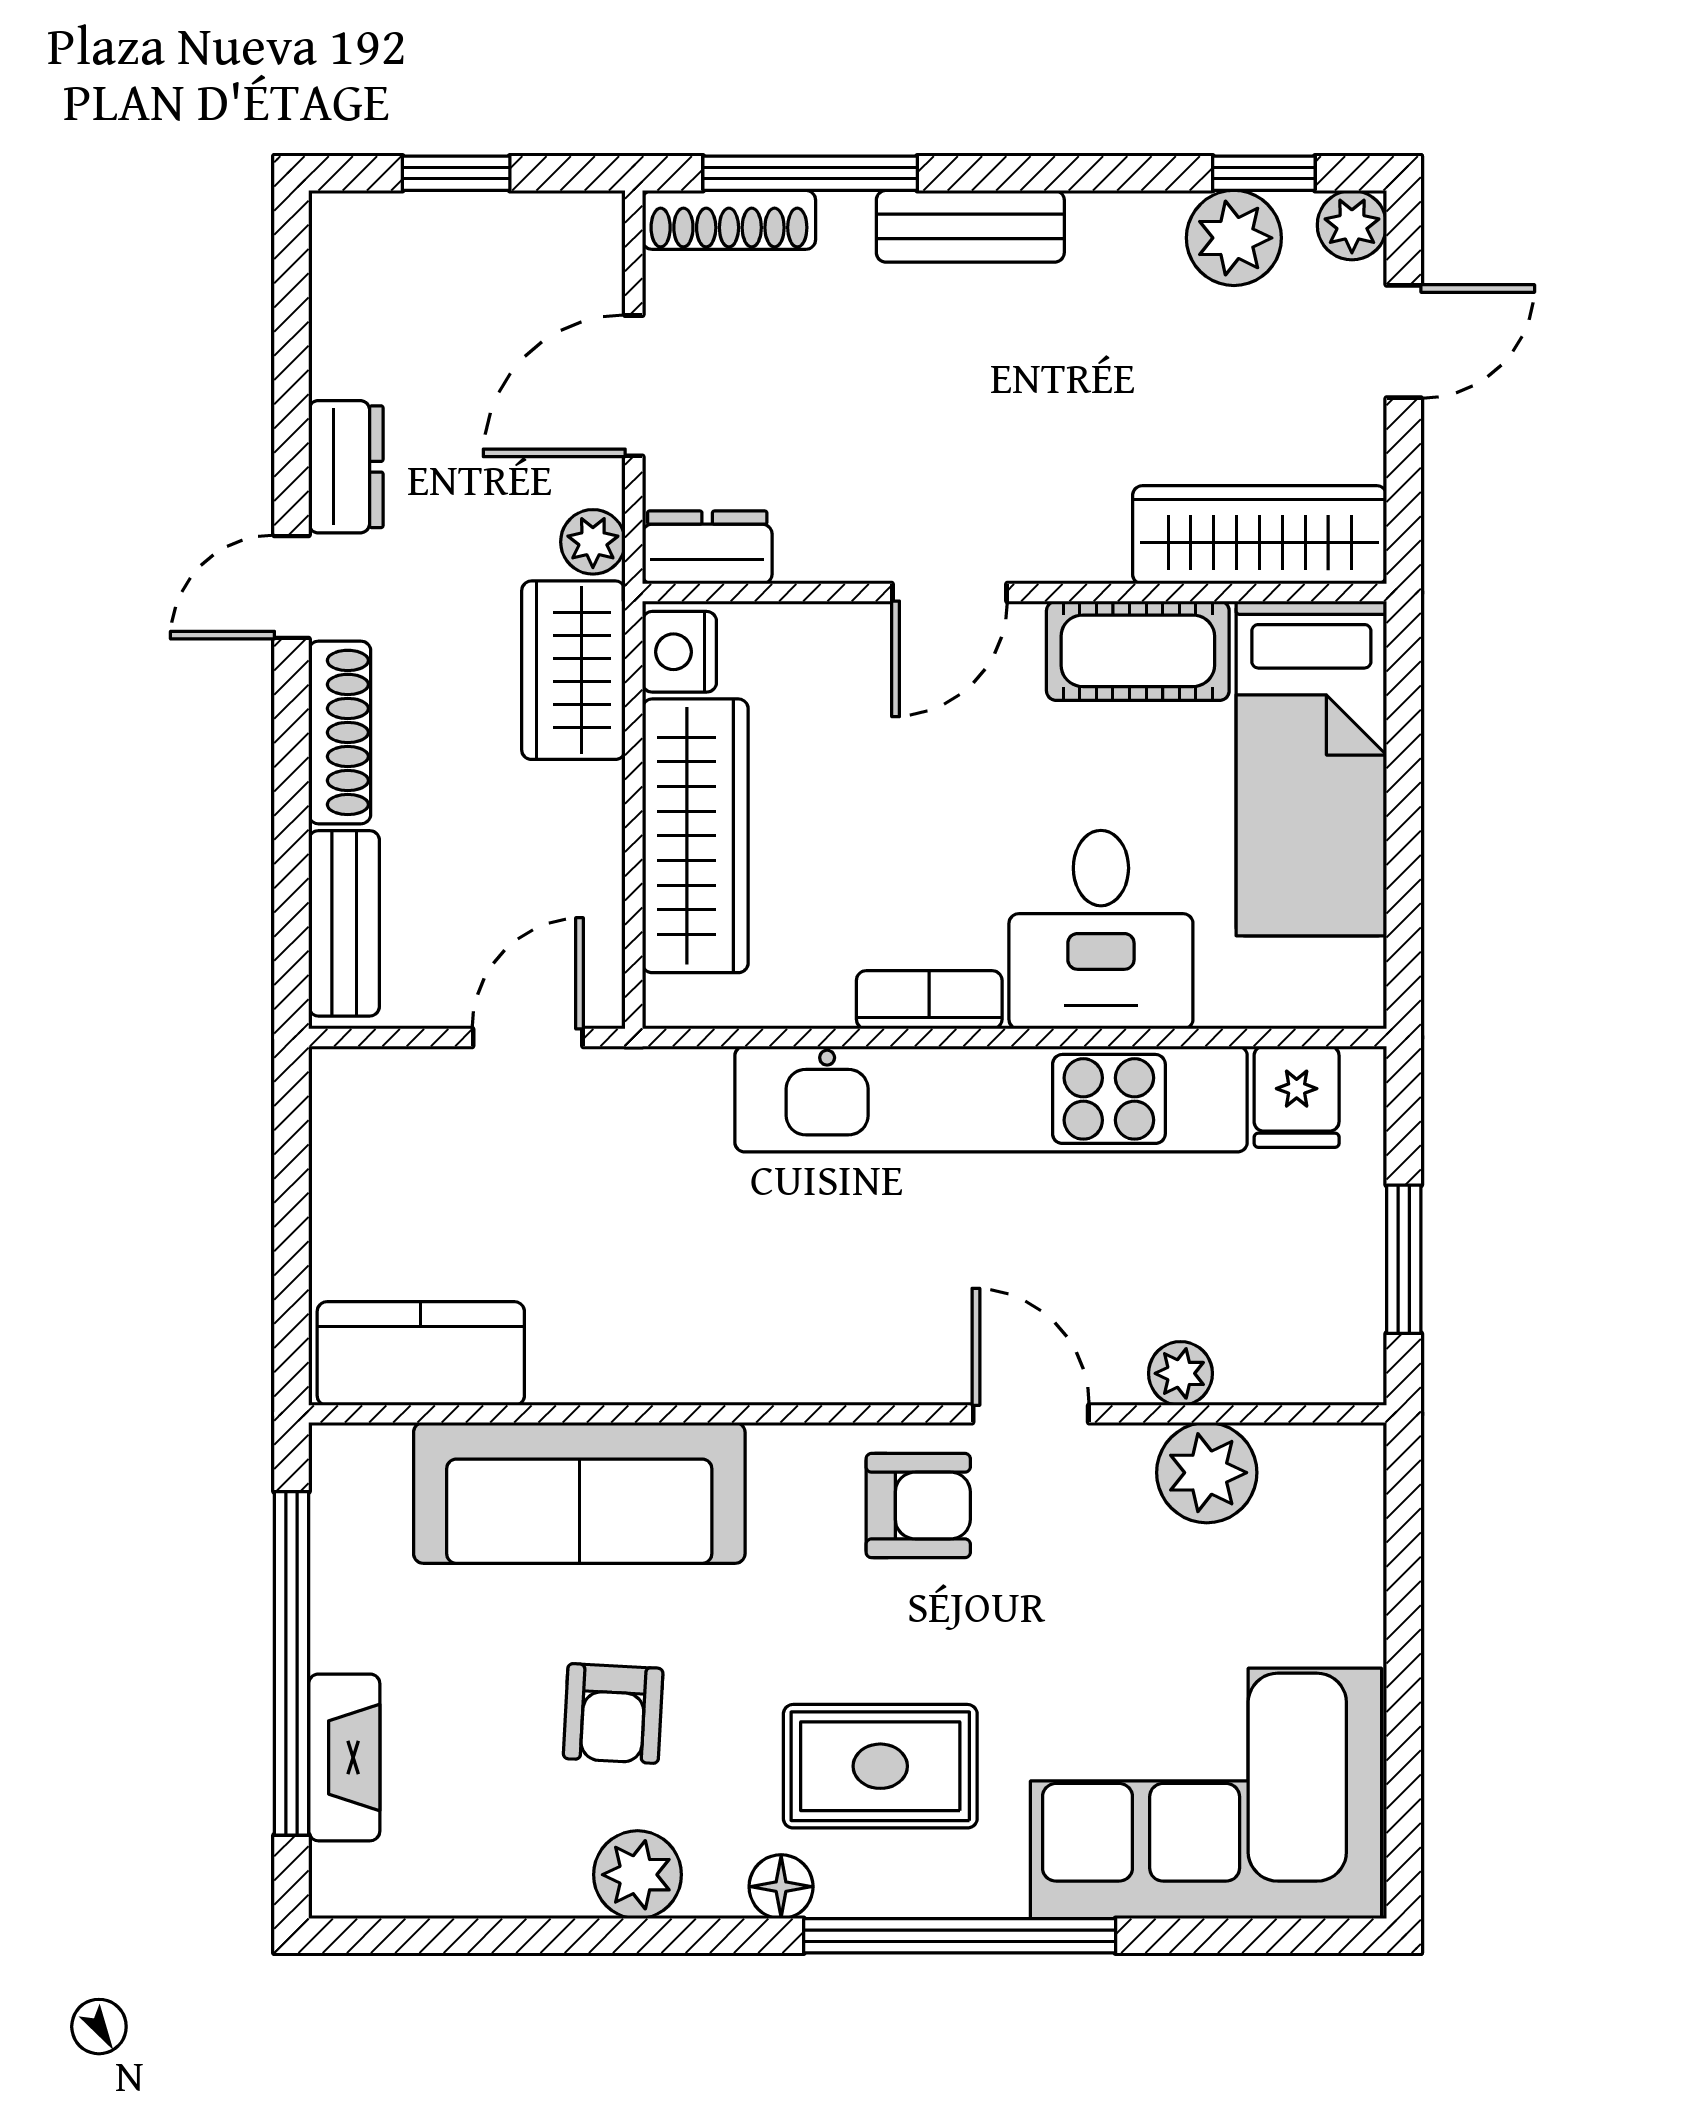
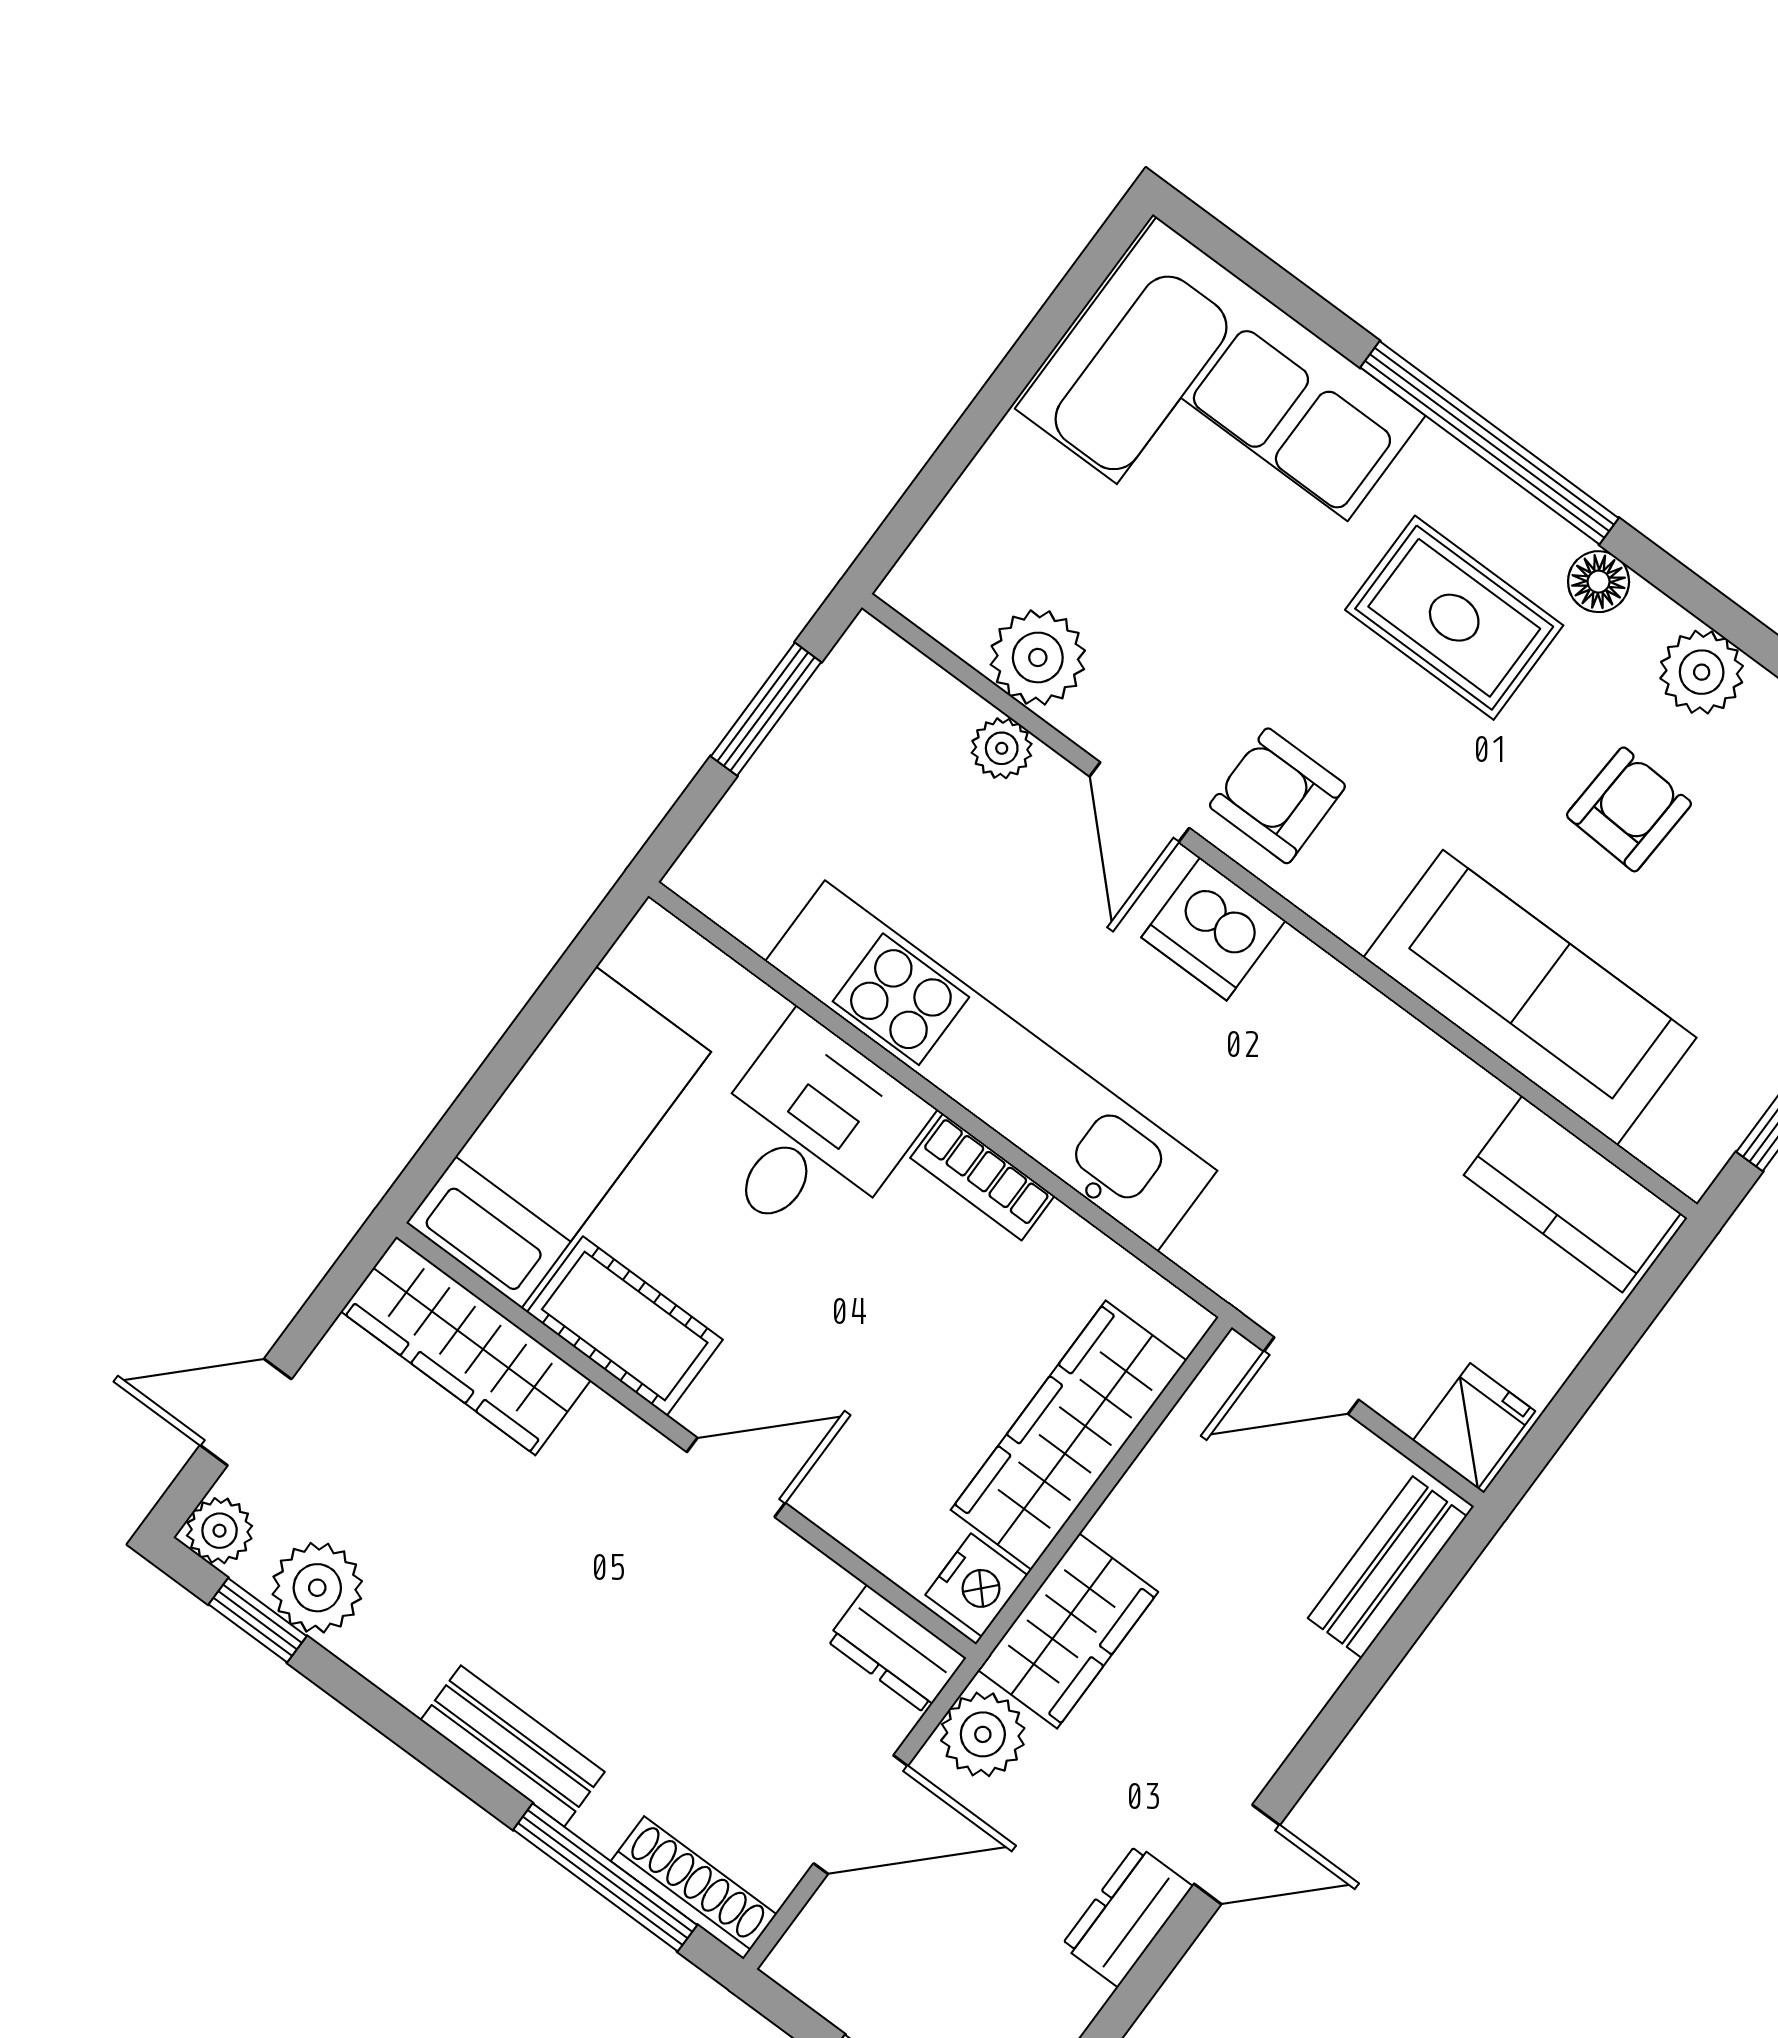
plant: (593, 542) -> (983, 1734), width x1.38, depth x1.38
shoe rack: (340, 732) -> (1282, 1716), removed
fridge: (1297, 1097) -> (1474, 1426), moved
dishwasher: (889, 1353) -> (1213, 929), added

